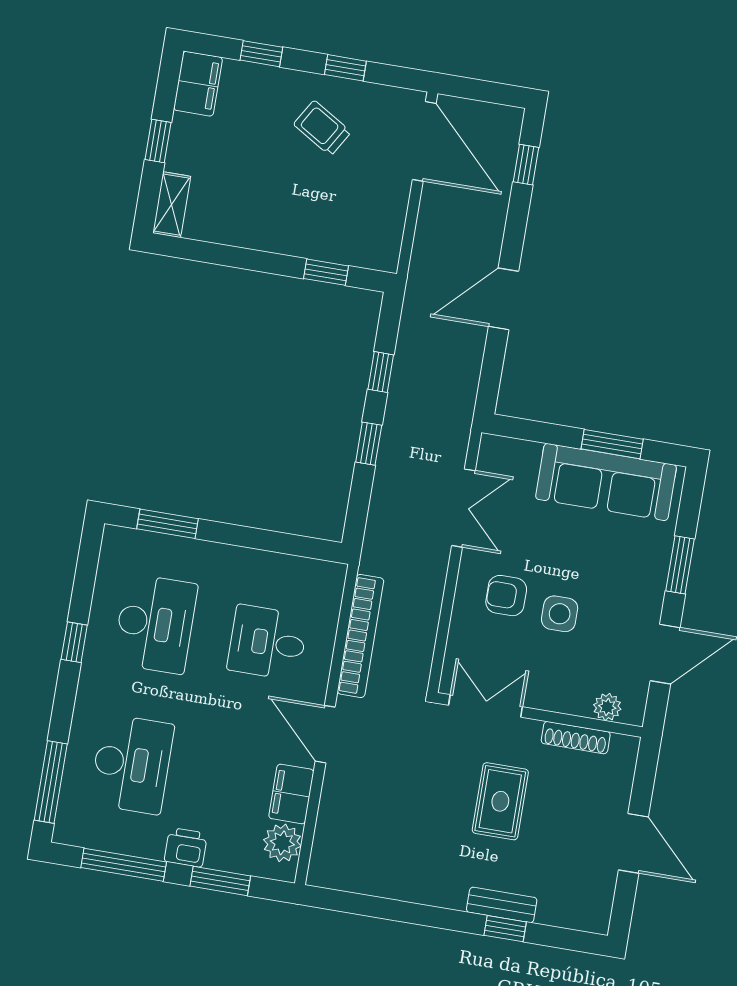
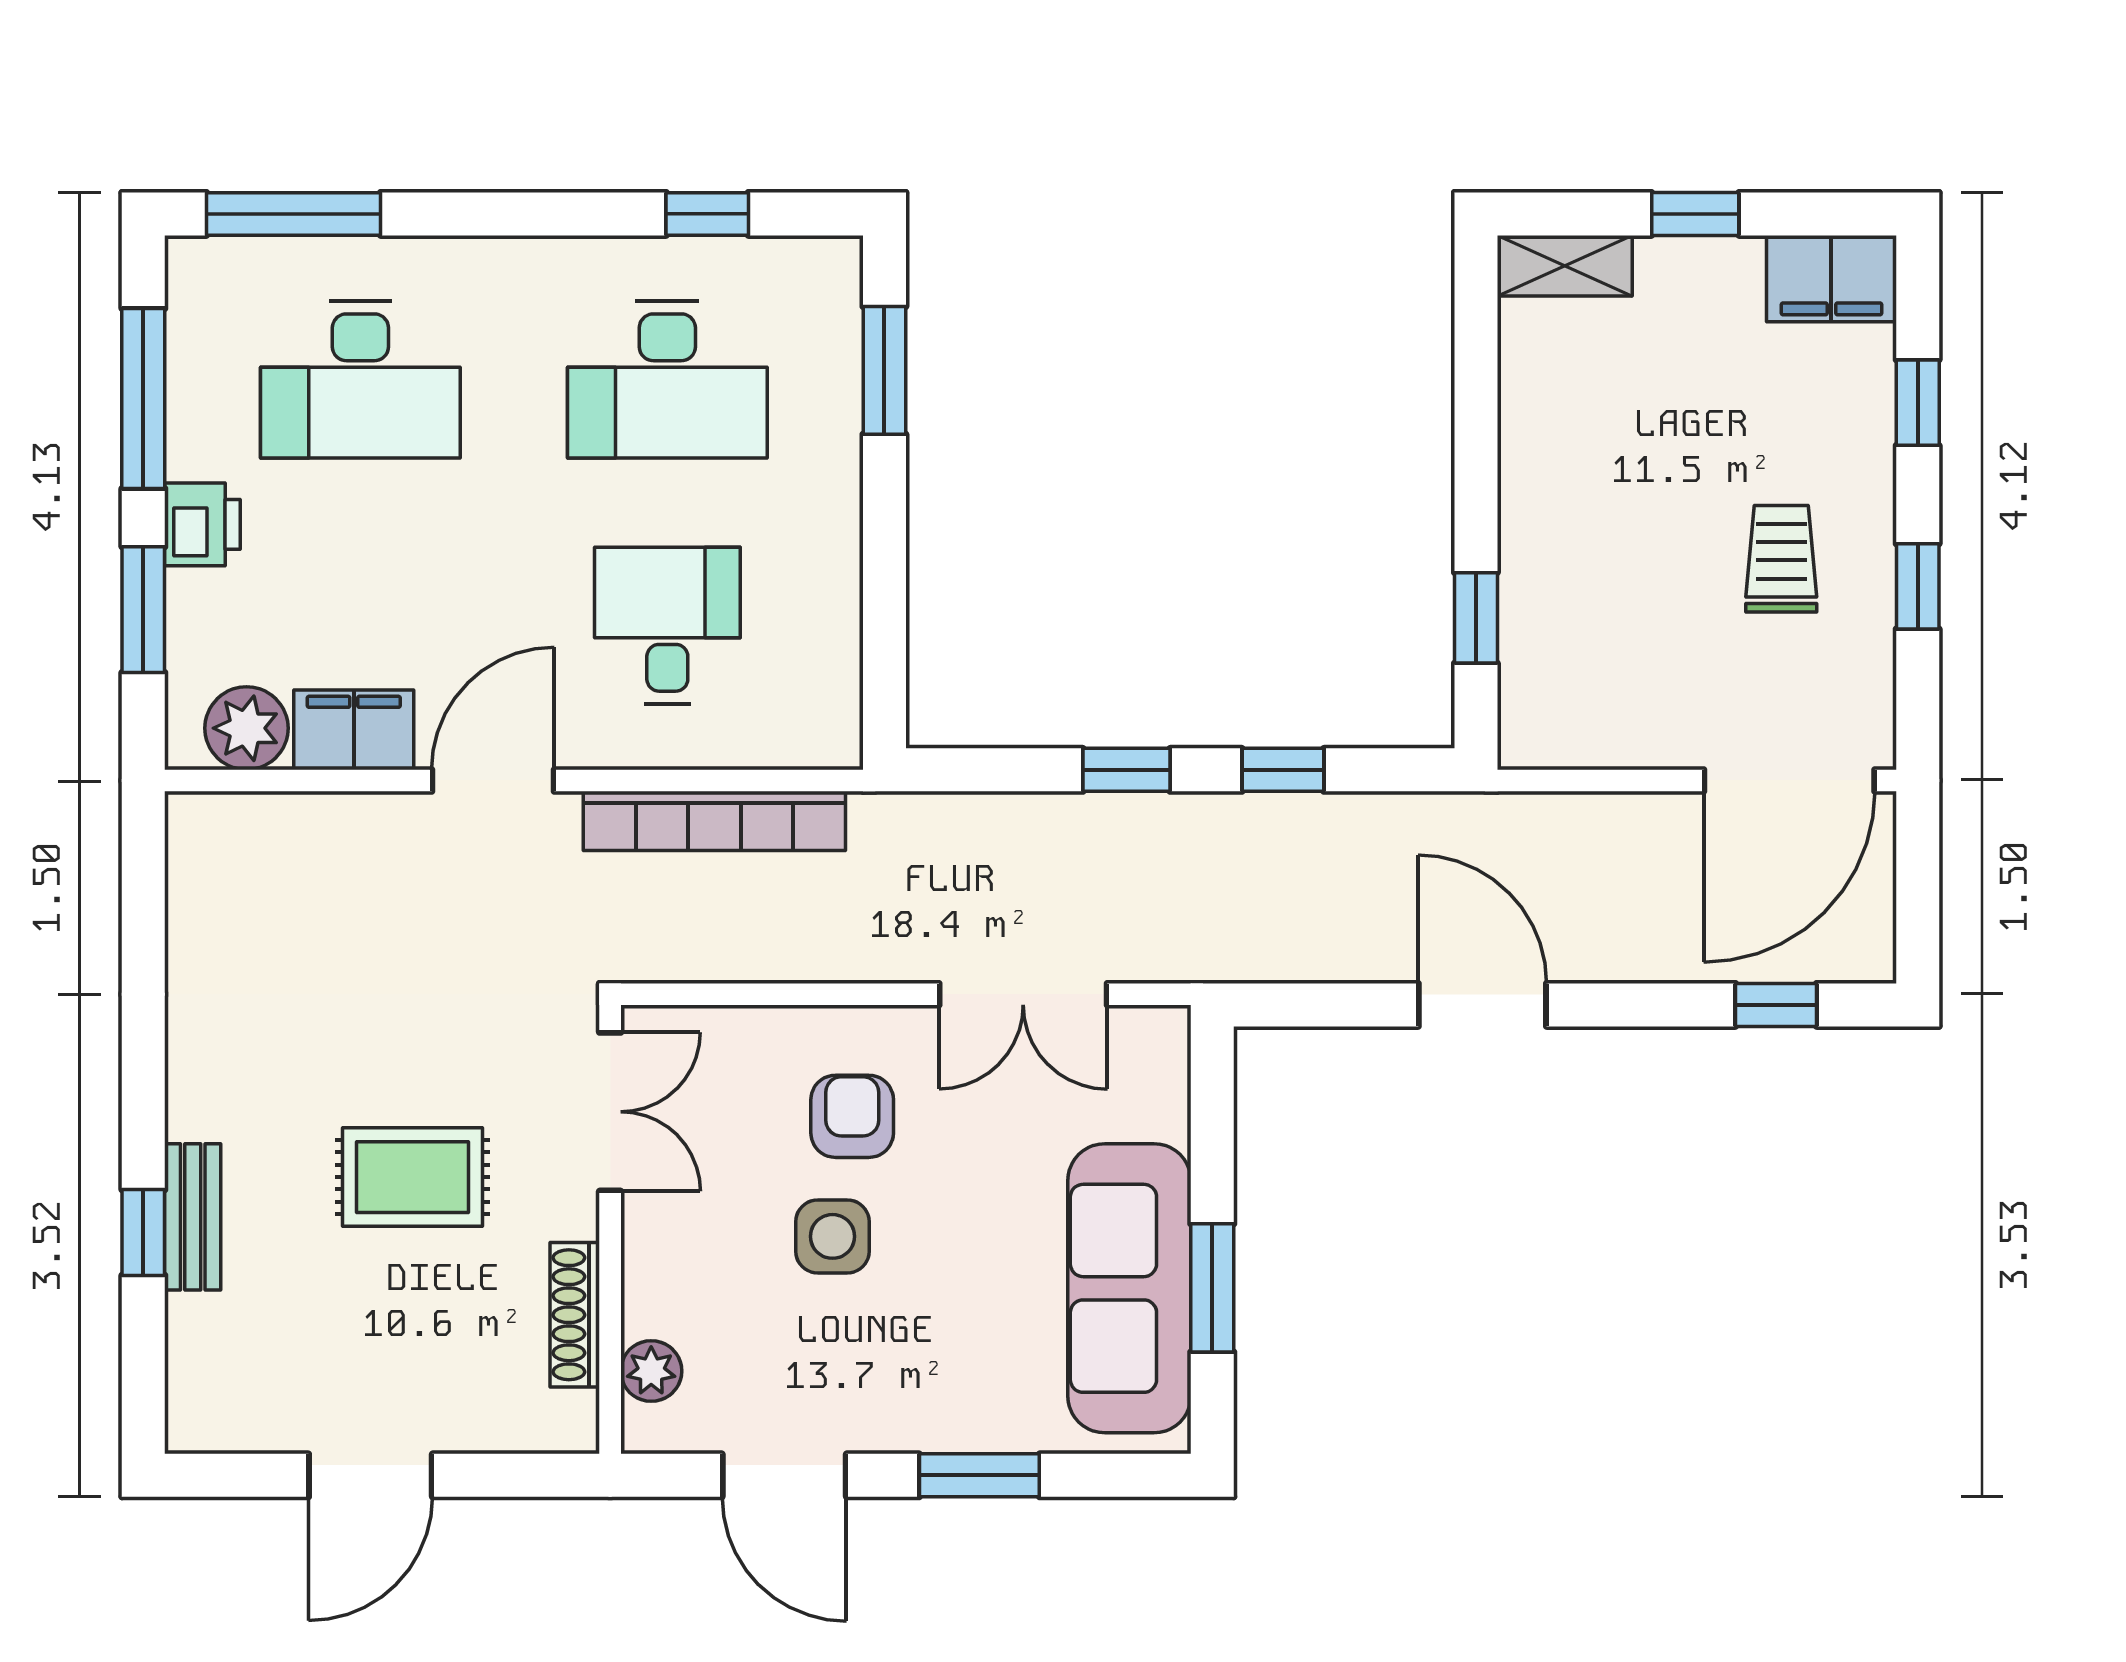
trolley: (322, 128) -> (1781, 559), turned -31
window: (74, 642) -> (707, 214), moved

